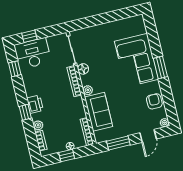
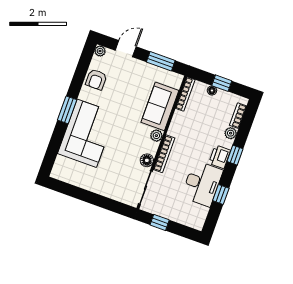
window: (29, 36) -> (160, 222), moved
desk: (33, 54) -> (202, 184), moved, turned -90
window: (15, 69) -> (221, 194), moved

